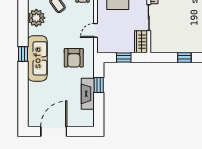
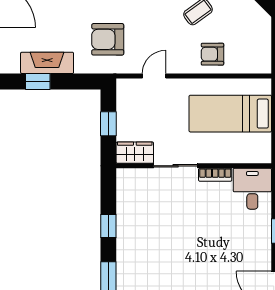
door: (96, 30) -> (154, 76), hinge flipped
window: (99, 85) -> (38, 82), moved

